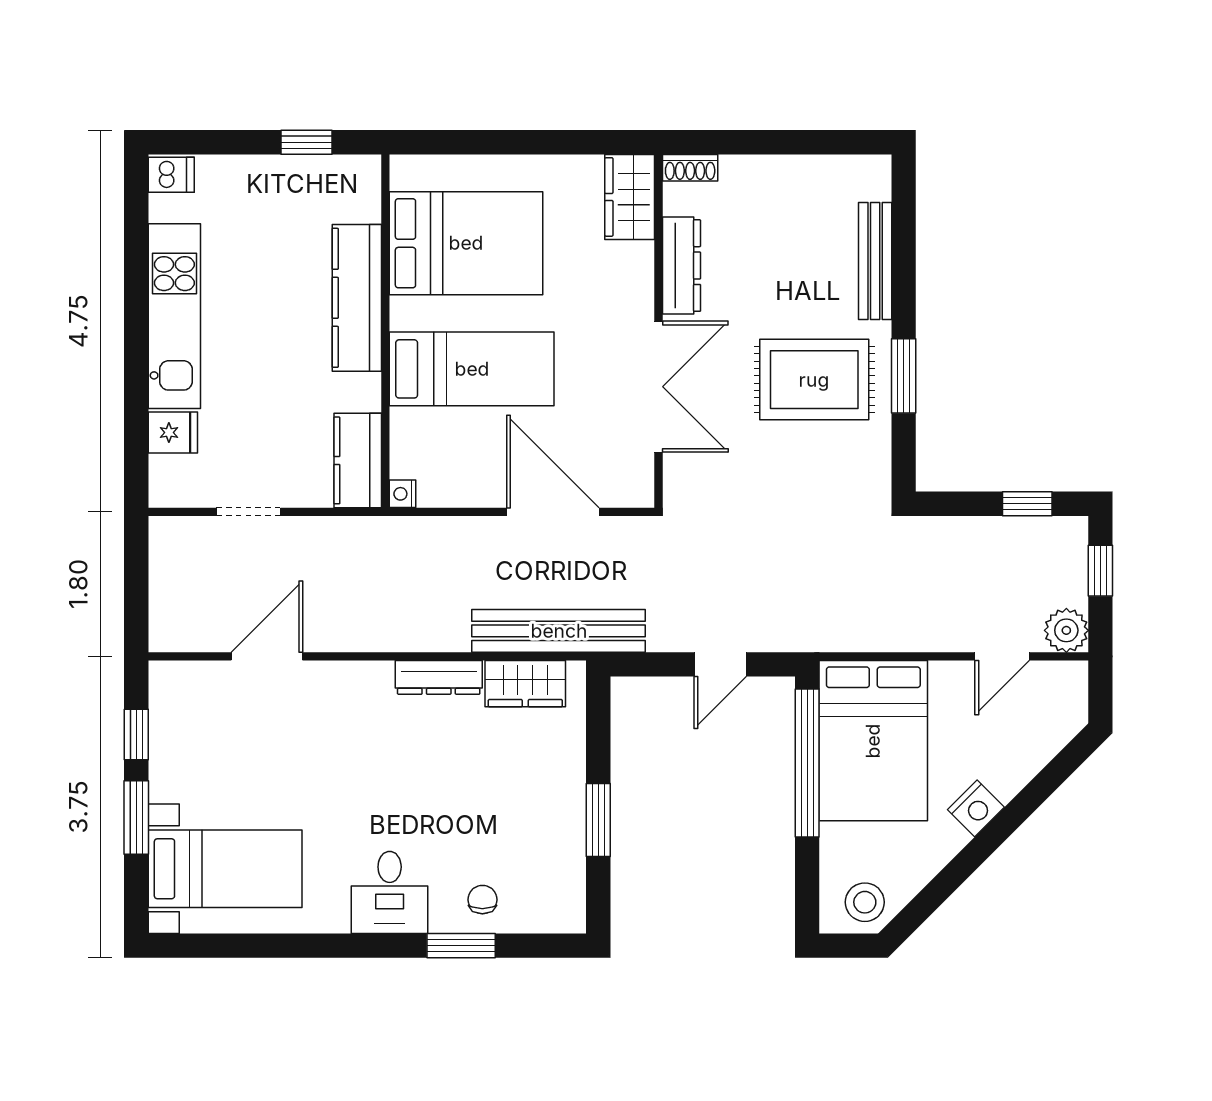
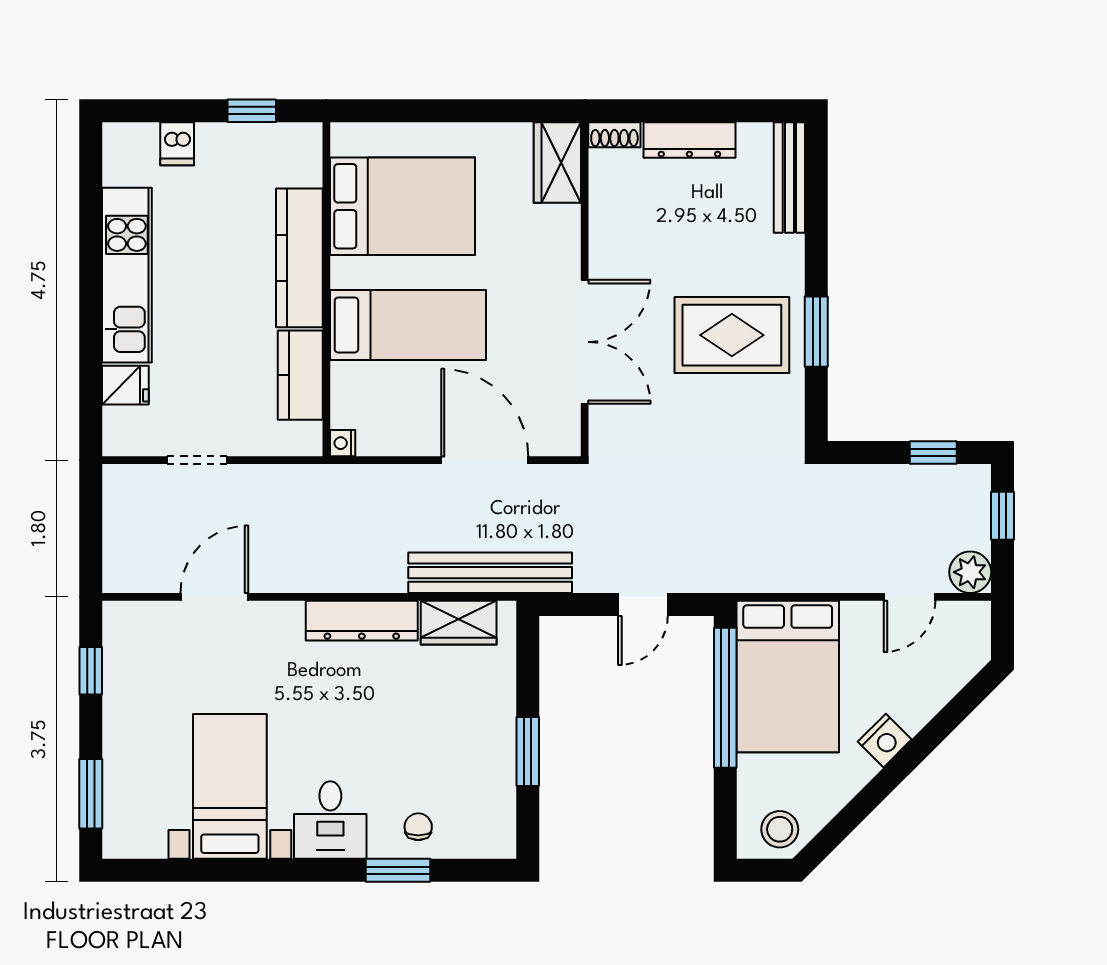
dishwasher: (171, 175) -> (177, 144), moved, turned 90
bench: (875, 261) -> (789, 177), moved
dresser: (682, 266) -> (689, 140), moved, turned 90
kitchen counter: (358, 460) -> (300, 375), moved
dresser: (439, 677) -> (362, 621), width x1.37, depth x1.24
window: (136, 818) -> (91, 794), moved
bed with nightstands: (225, 869) -> (230, 786), moved, turned -90

